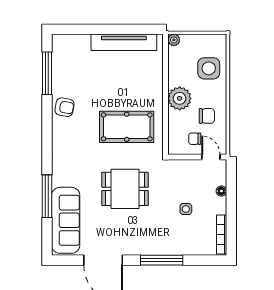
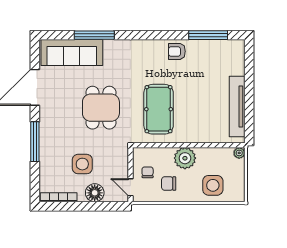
armchair: (65, 107) -> (177, 51), turned 80
chair: (207, 116) -> (169, 184), turned 90
door: (211, 157) -> (130, 187), swing flipped
floor lamp: (221, 191) -> (95, 193), width x1.89, depth x1.89
side table: (186, 209) -> (82, 164), width x1.87, depth x1.87

